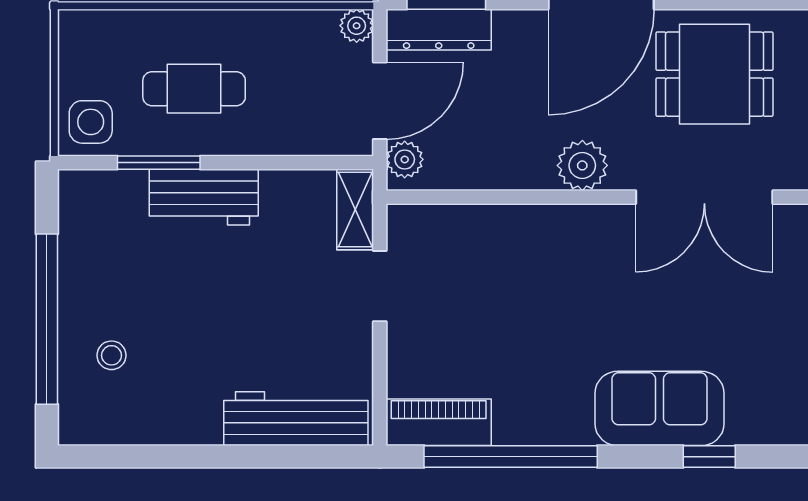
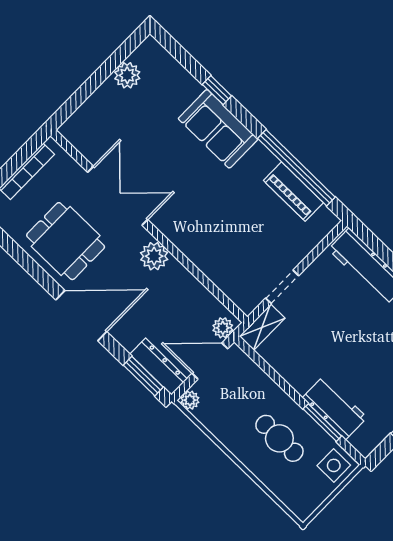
workbench: (204, 197) -> (335, 408), moved
piano: (439, 422) -> (293, 192), moved

